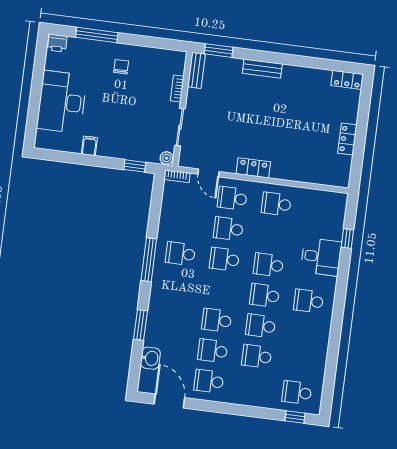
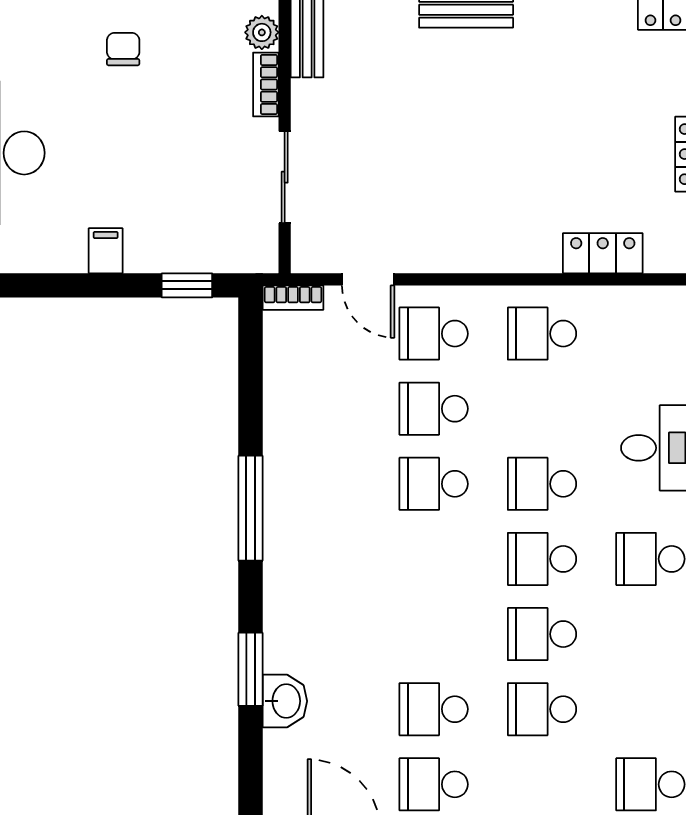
filing cabinet: (89, 146) -> (106, 251), moved
plant: (167, 158) -> (262, 32), moved
locker: (253, 168) -> (603, 253), moved
school desk: (180, 254) -> (325, 484), removed
school desk: (217, 320) -> (434, 634), removed
washbasin: (150, 358) -> (285, 701), moved

